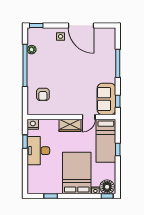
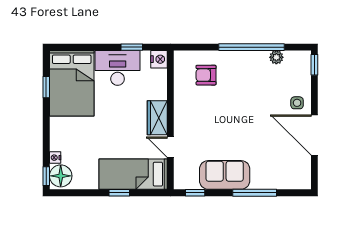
door: (81, 25) -> (314, 135), hinge flipped
sofa: (106, 99) -> (225, 175), moved
bed: (77, 173) -> (72, 83), moved, turned 90

